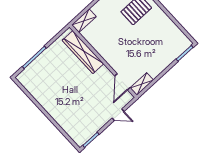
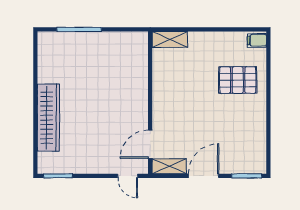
wardrobe: (83, 52) -> (48, 118), moved, turned 180
door: (163, 73) -> (204, 176), added
door: (118, 115) -> (128, 176), moved

